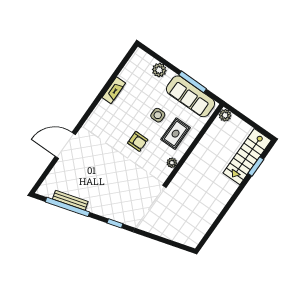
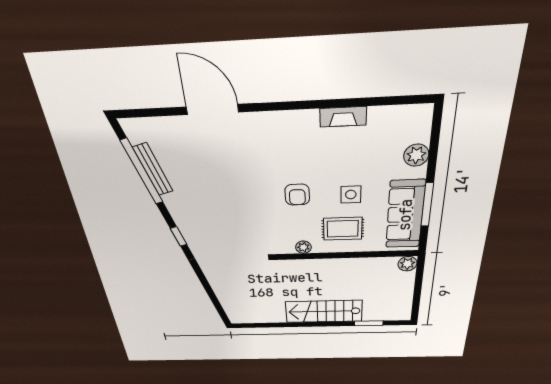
stairs: (247, 157) -> (324, 311), moved

